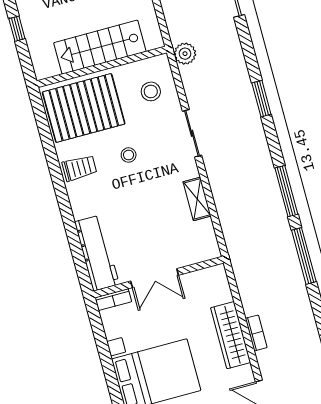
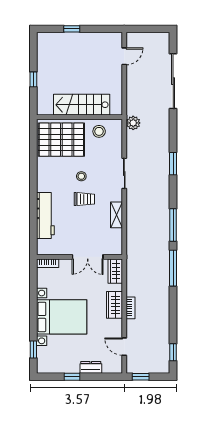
stool: (151, 91) -> (99, 131), moved
trolley: (79, 168) -> (84, 199), moved
workbench: (97, 253) -> (45, 215), moved
double door: (155, 278) -> (88, 257), moved
wardrobe: (218, 284) -> (115, 271), added
wardrobe: (231, 335) -> (114, 305), width x0.67

